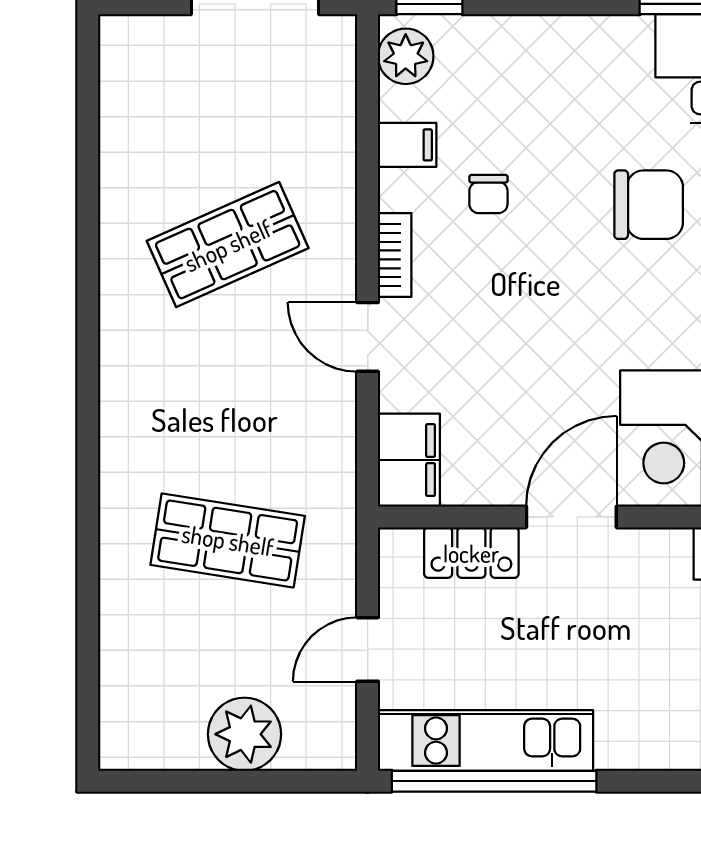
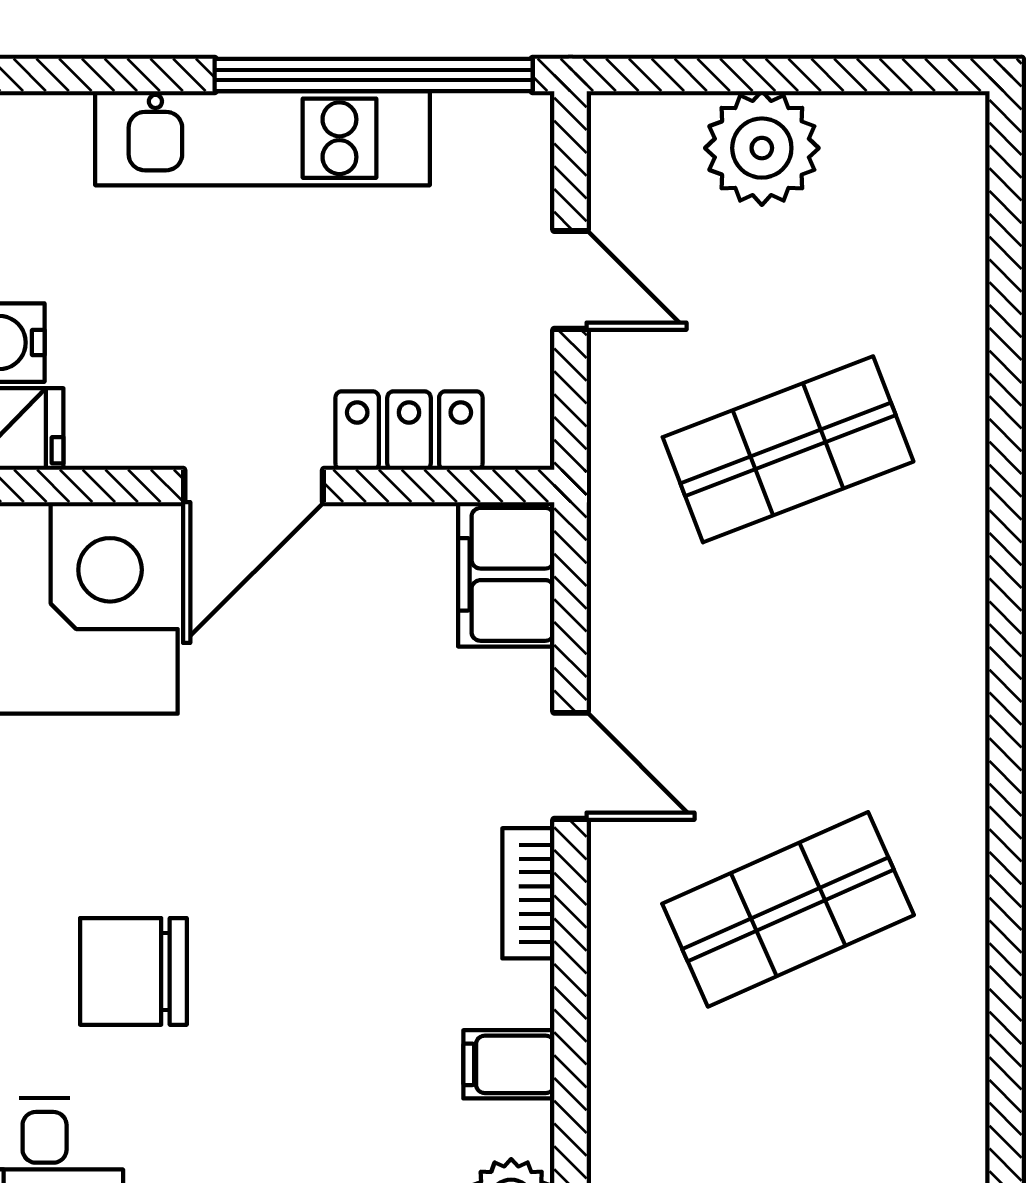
chair: (488, 194) -> (382, 988), removed
shop shelf: (228, 540) -> (788, 449), turned -30
door: (368, 649) -> (570, 280), hinge flipped
kitchen unit: (485, 741) -> (263, 138), moved

